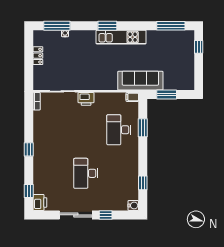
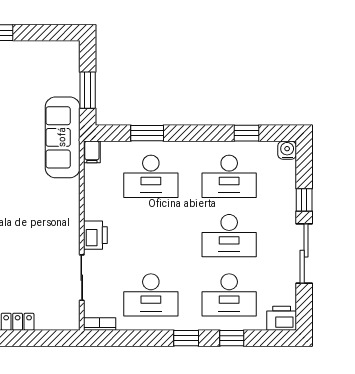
desk: (53, 130) -> (151, 295), added
desk: (53, 173) -> (229, 295), added
desk: (119, 173) -> (229, 176), added
window: (29, 191) -> (232, 338), moved

